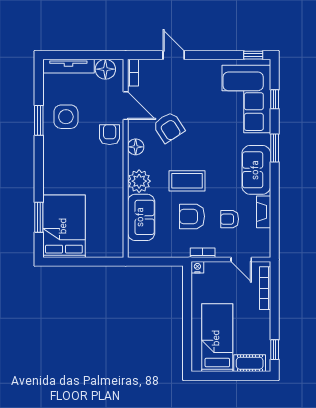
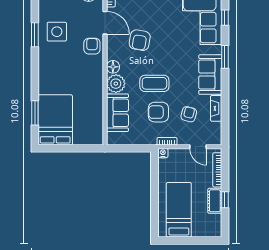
armchair: (169, 127) -> (140, 40), turned 43
floor lamp: (136, 147) -> (113, 67), moved
armchair: (230, 219) -> (189, 114), turned 104
window: (275, 350) -> (225, 200), moved
cot: (250, 363) -> (215, 201), moved, turned 90

